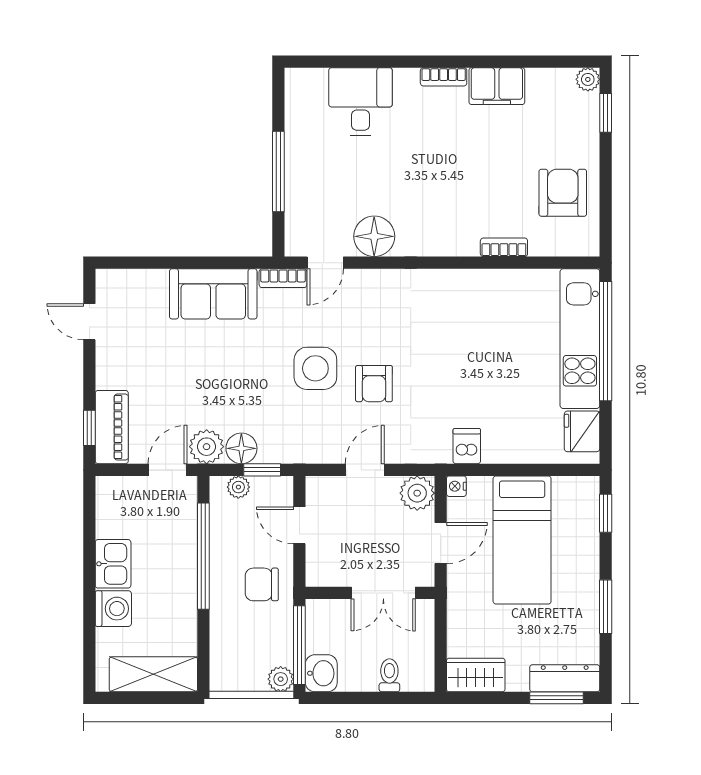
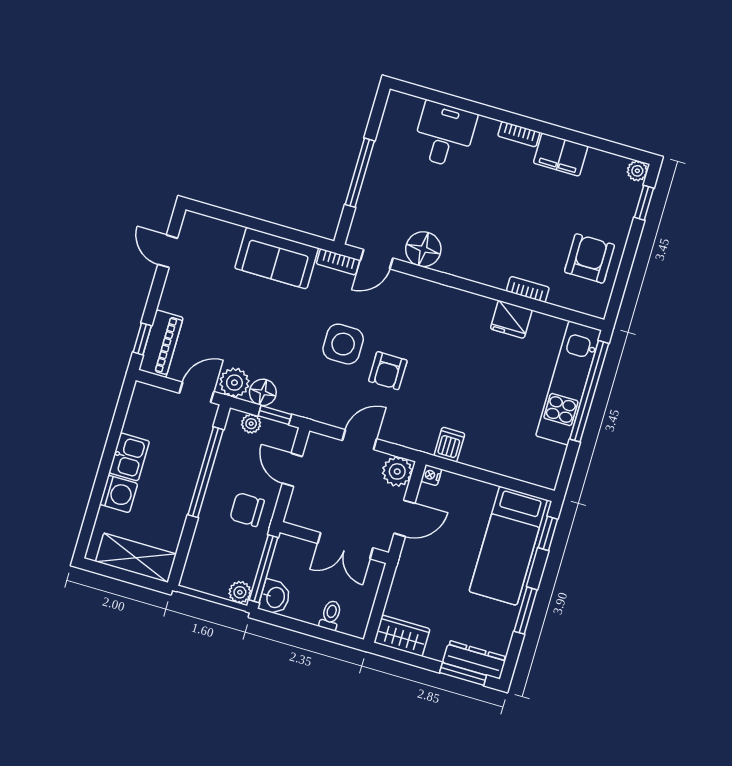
fridge: (582, 431) -> (511, 319), moved, turned -90
bed: (522, 540) -> (508, 546), moved

